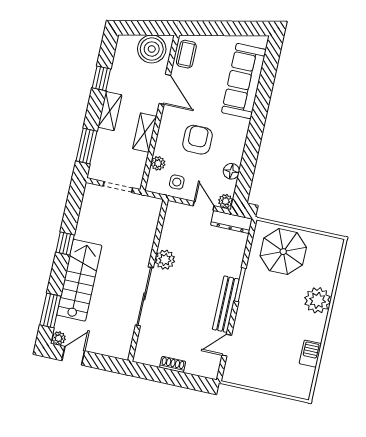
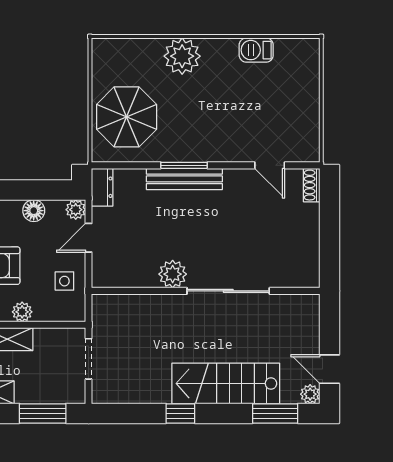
plant: (158, 163) -> (22, 312), moved
dresser: (231, 222) -> (102, 187), width x0.70
bench: (226, 304) -> (184, 179), moved
shoe rack: (173, 364) -> (312, 185), moved

